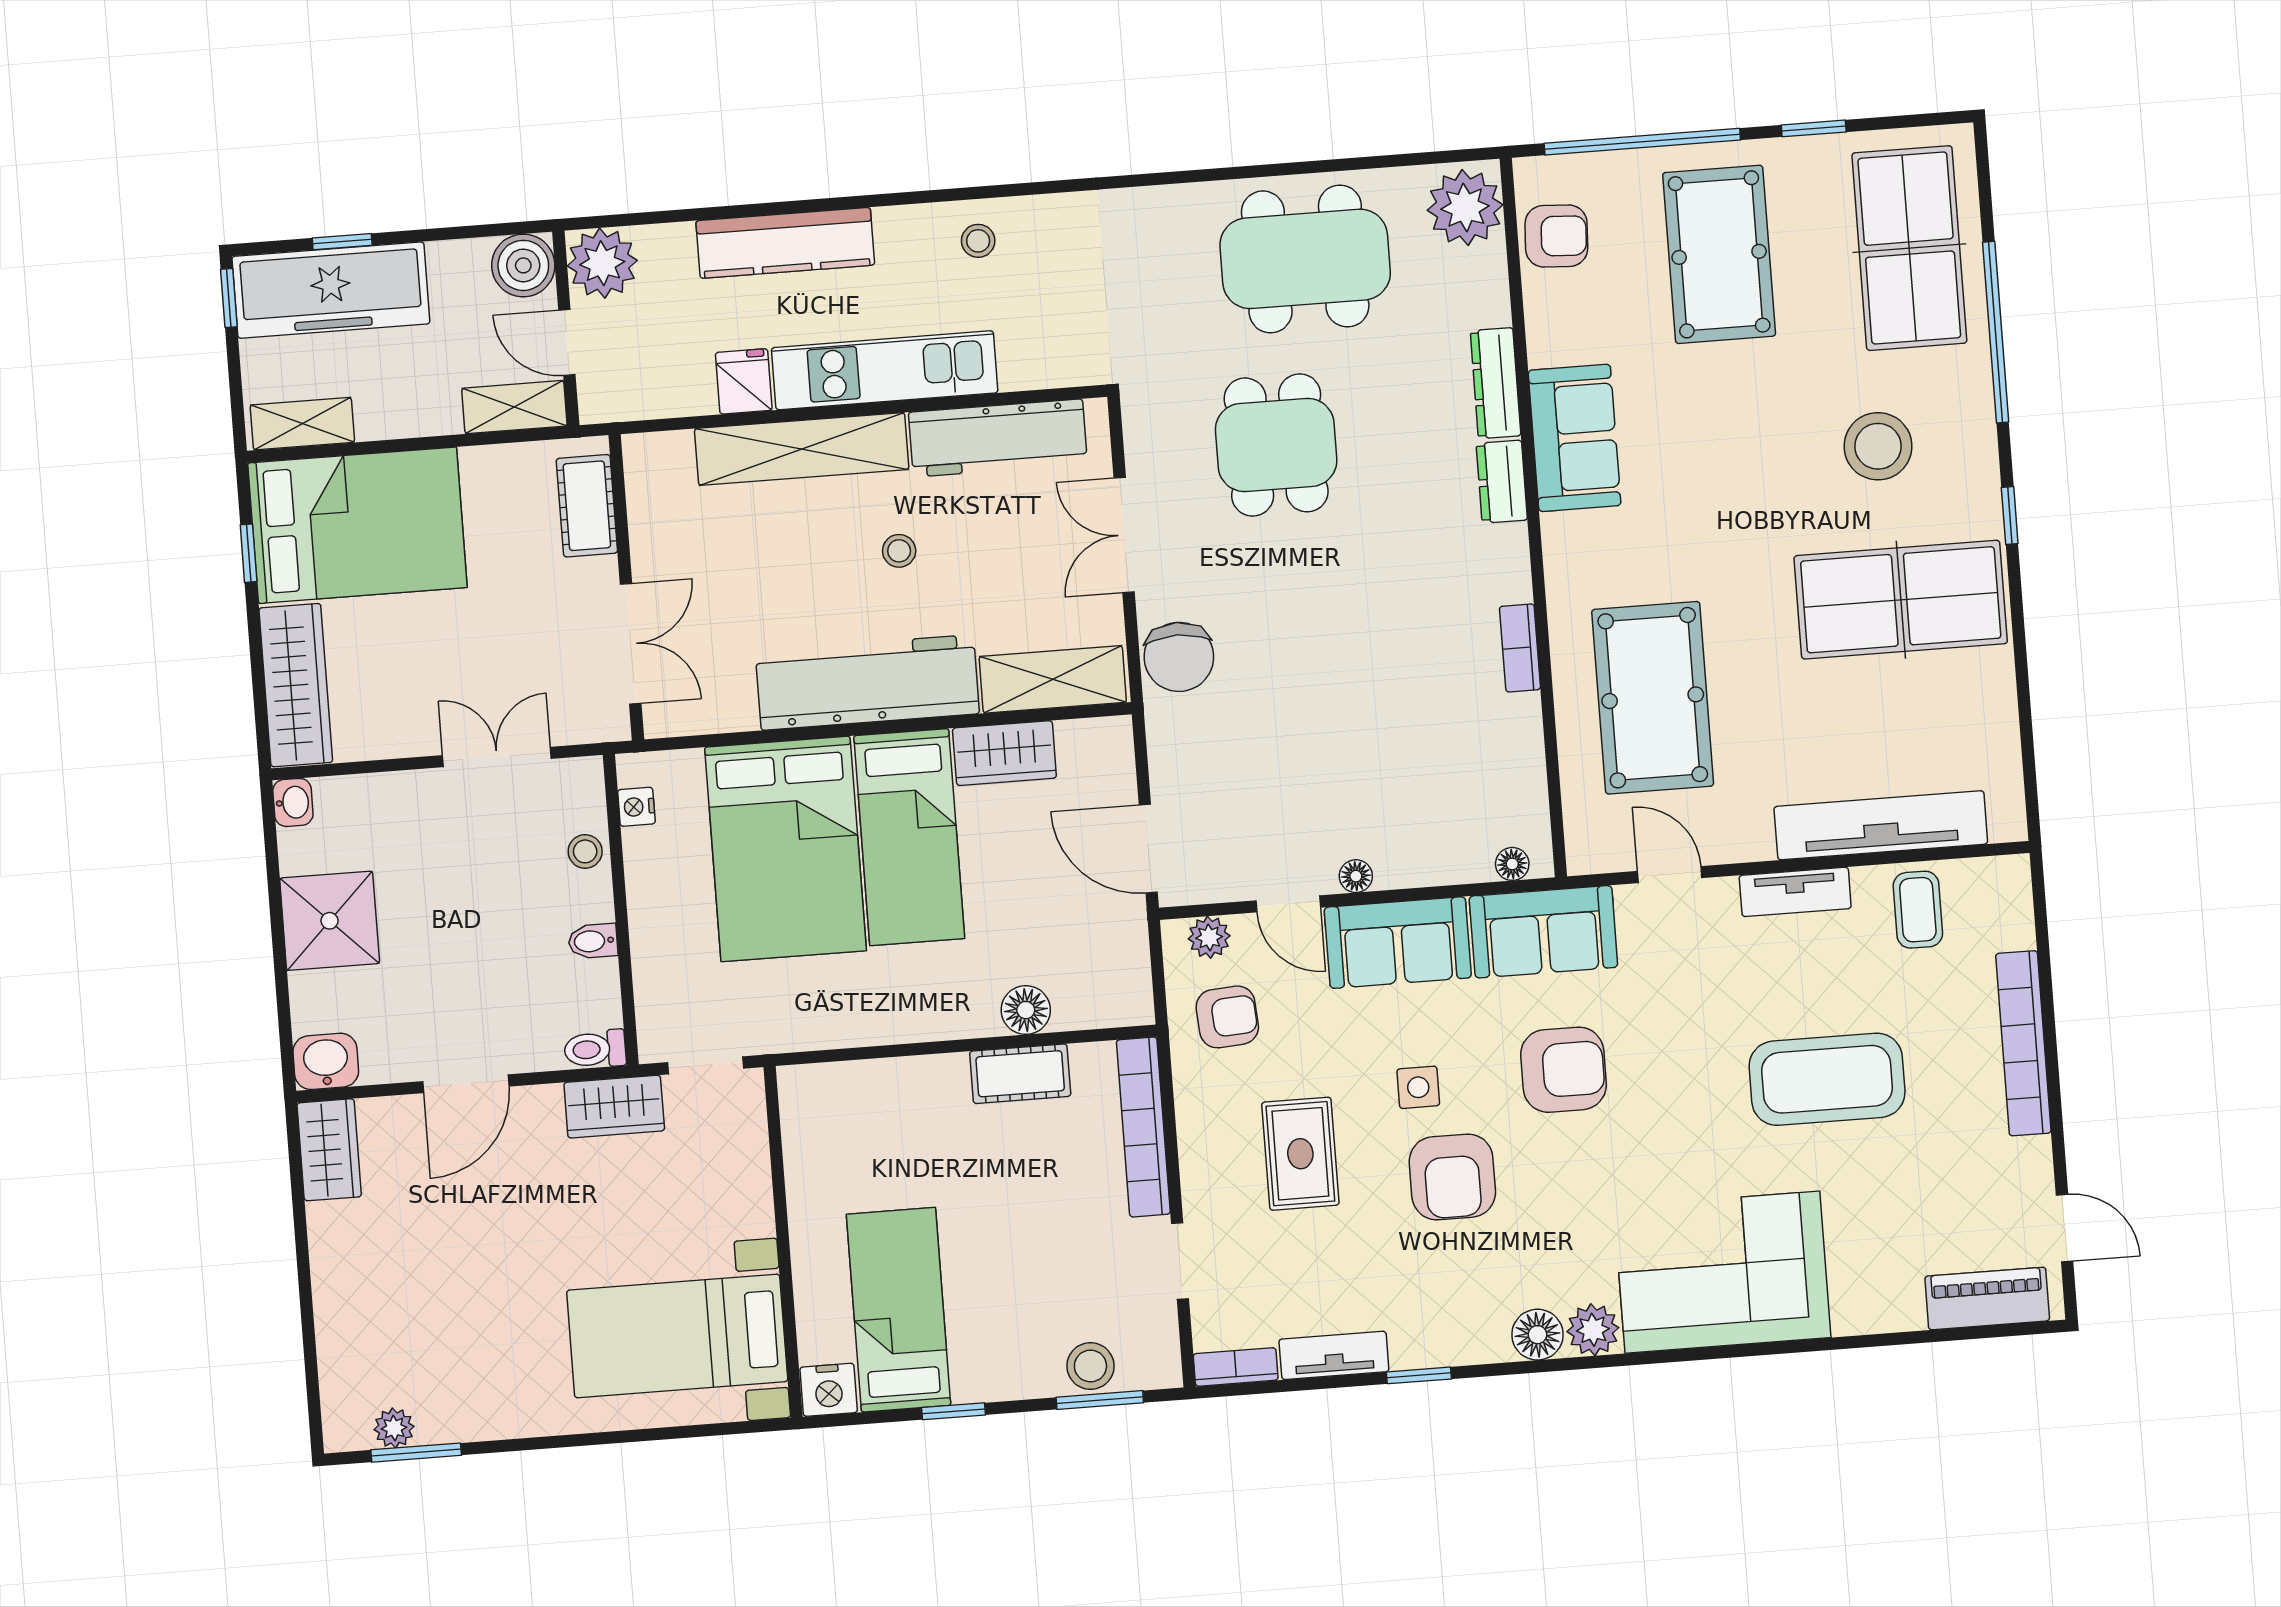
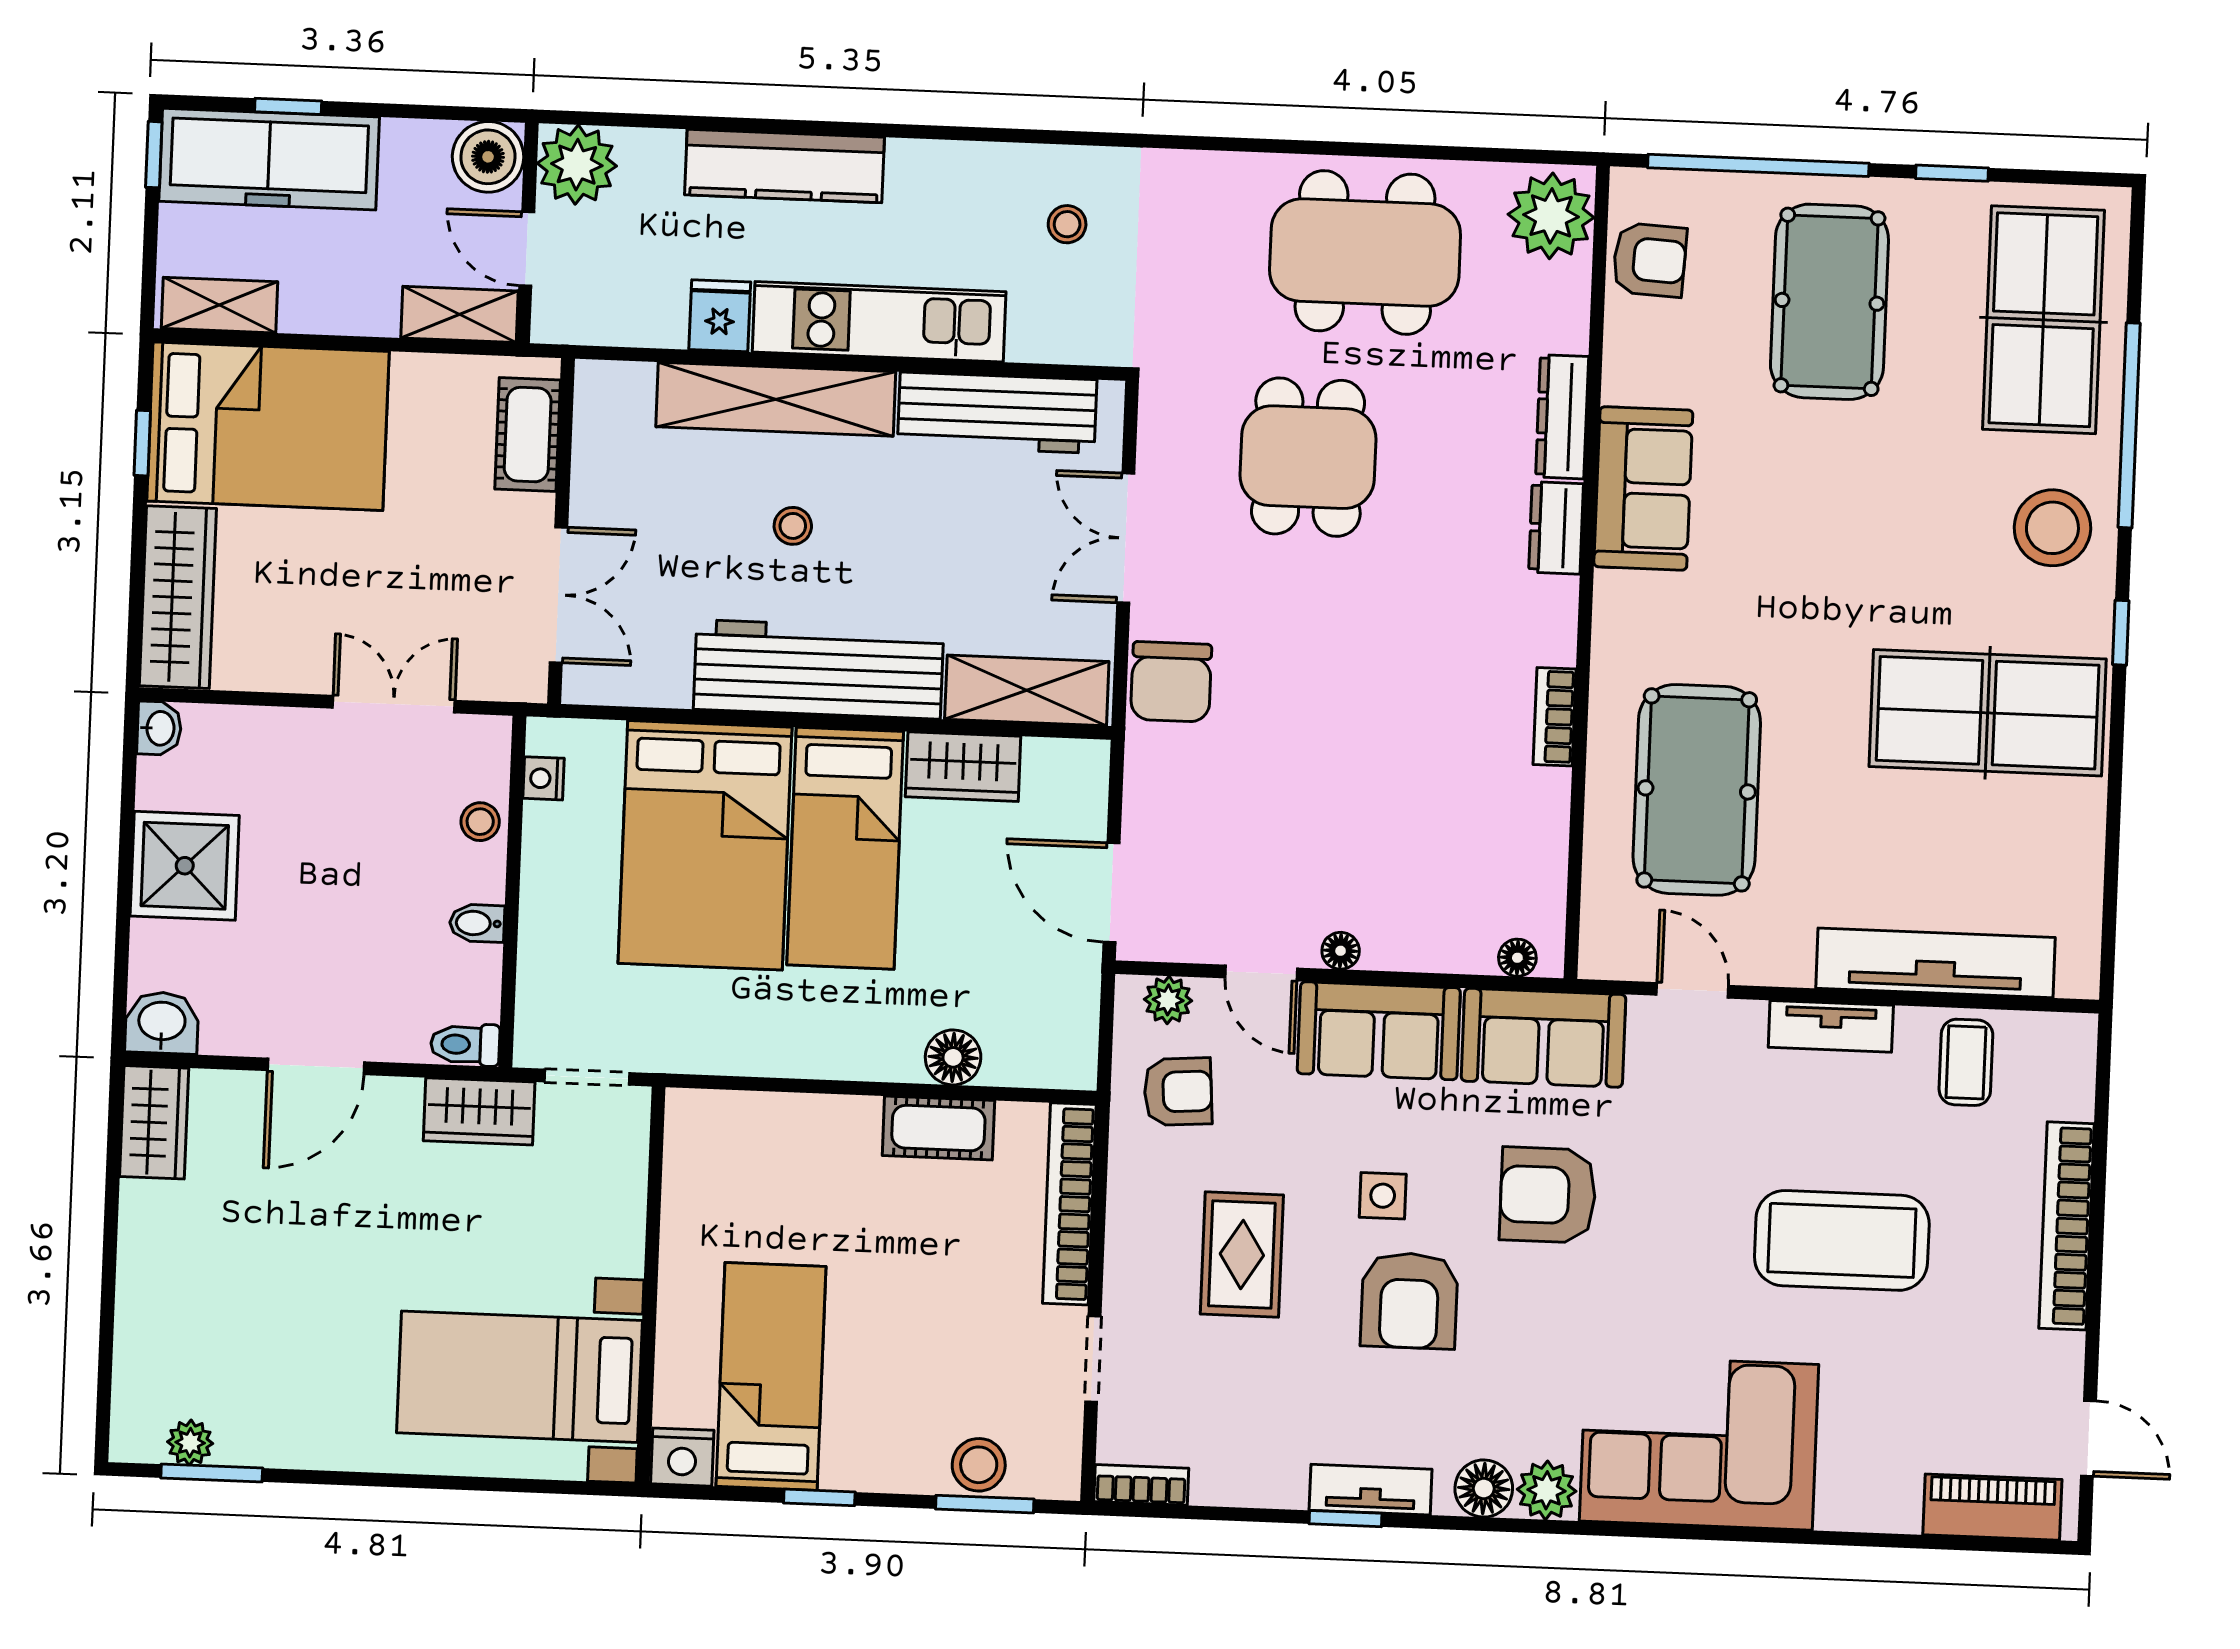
stool: (978, 241) -> (1067, 224), moved
stool: (1878, 446) -> (2052, 528), moved
stool: (899, 551) -> (793, 526), moved
armchair: (1563, 1070) -> (1548, 1195), turned 180
tv unit: (1334, 1355) -> (1371, 1490), moved

